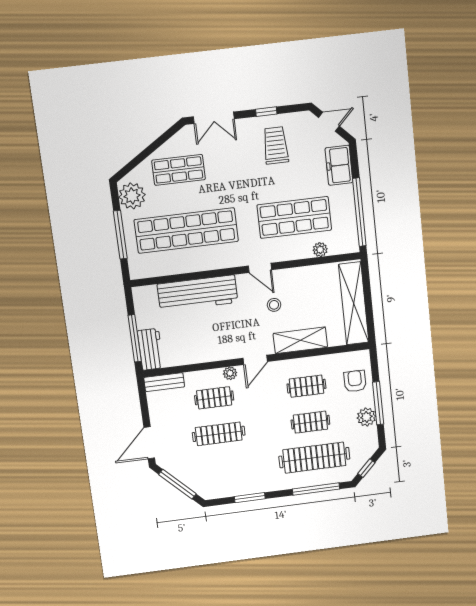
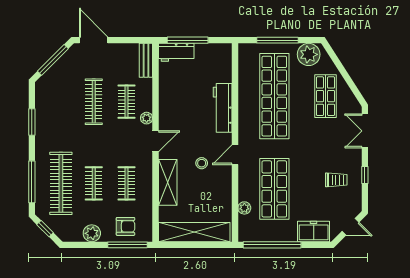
door: (329, 122) -> (350, 227), hinge flipped
trolley: (276, 145) -> (336, 180), width x0.73, depth x0.72
workbench: (198, 293) -> (223, 108), width x0.73, depth x0.76
door: (255, 360) -> (156, 141), swing flipped
window: (378, 403) -> (127, 245), moved

